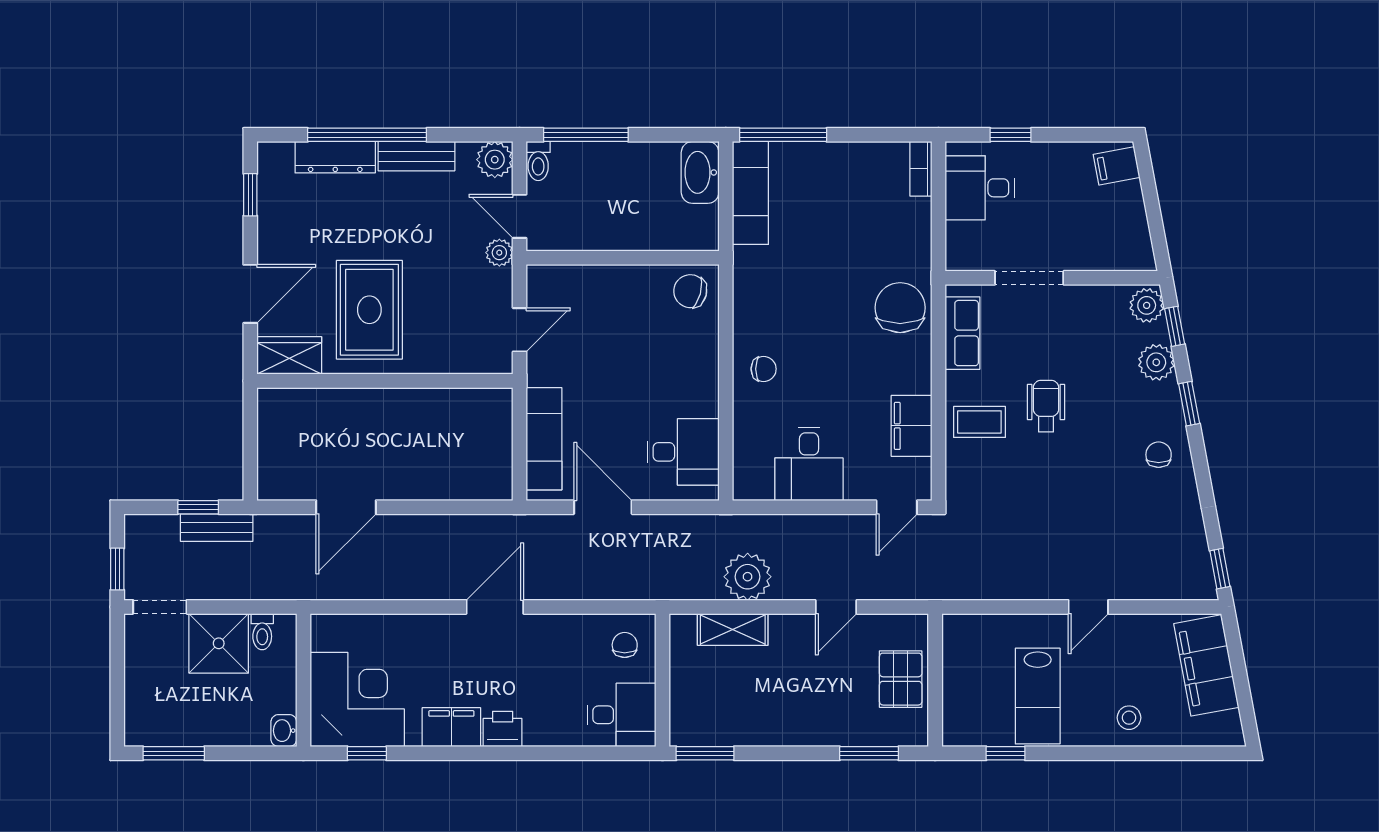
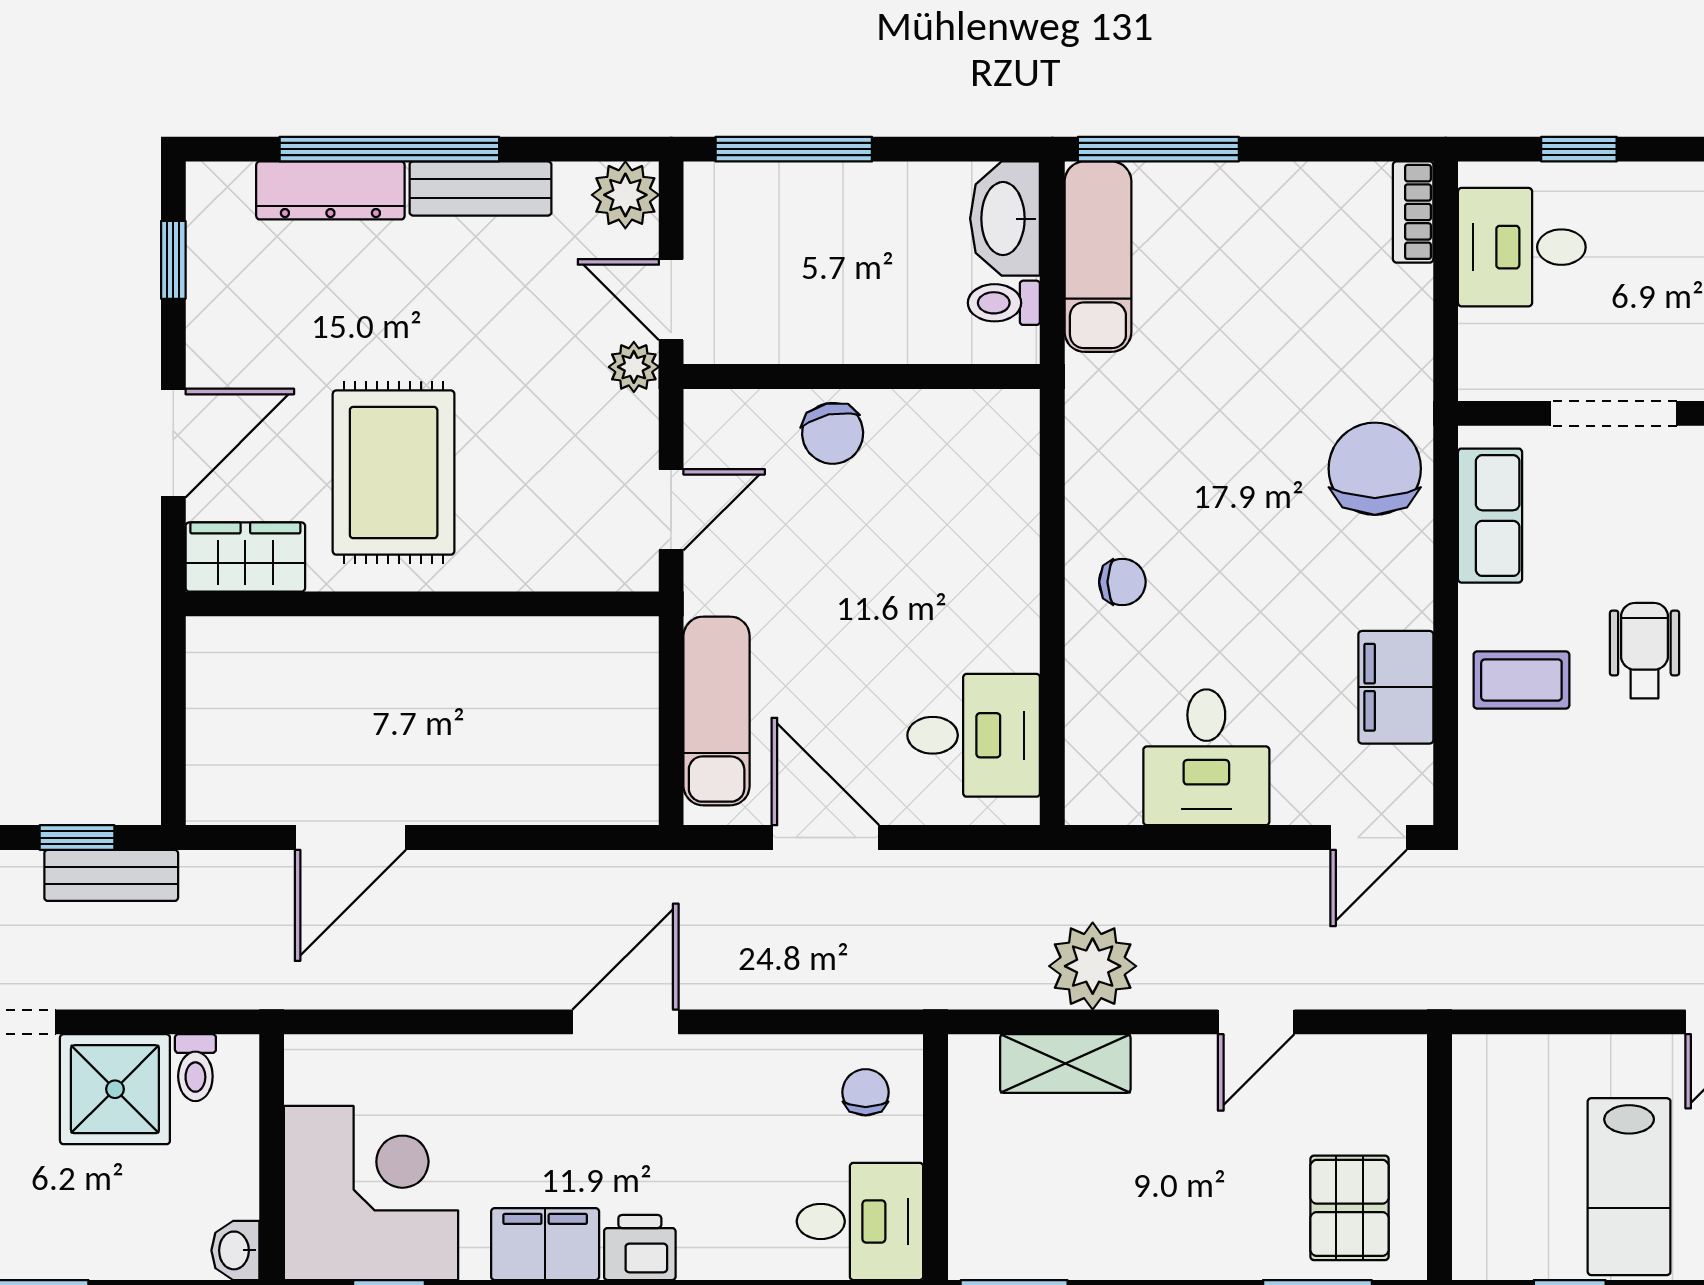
toilet: (538, 161) -> (1004, 303), moved, turned 90
chair: (690, 291) -> (833, 433), moved, turned -117
pallet: (901, 679) -> (1350, 1208), moved

